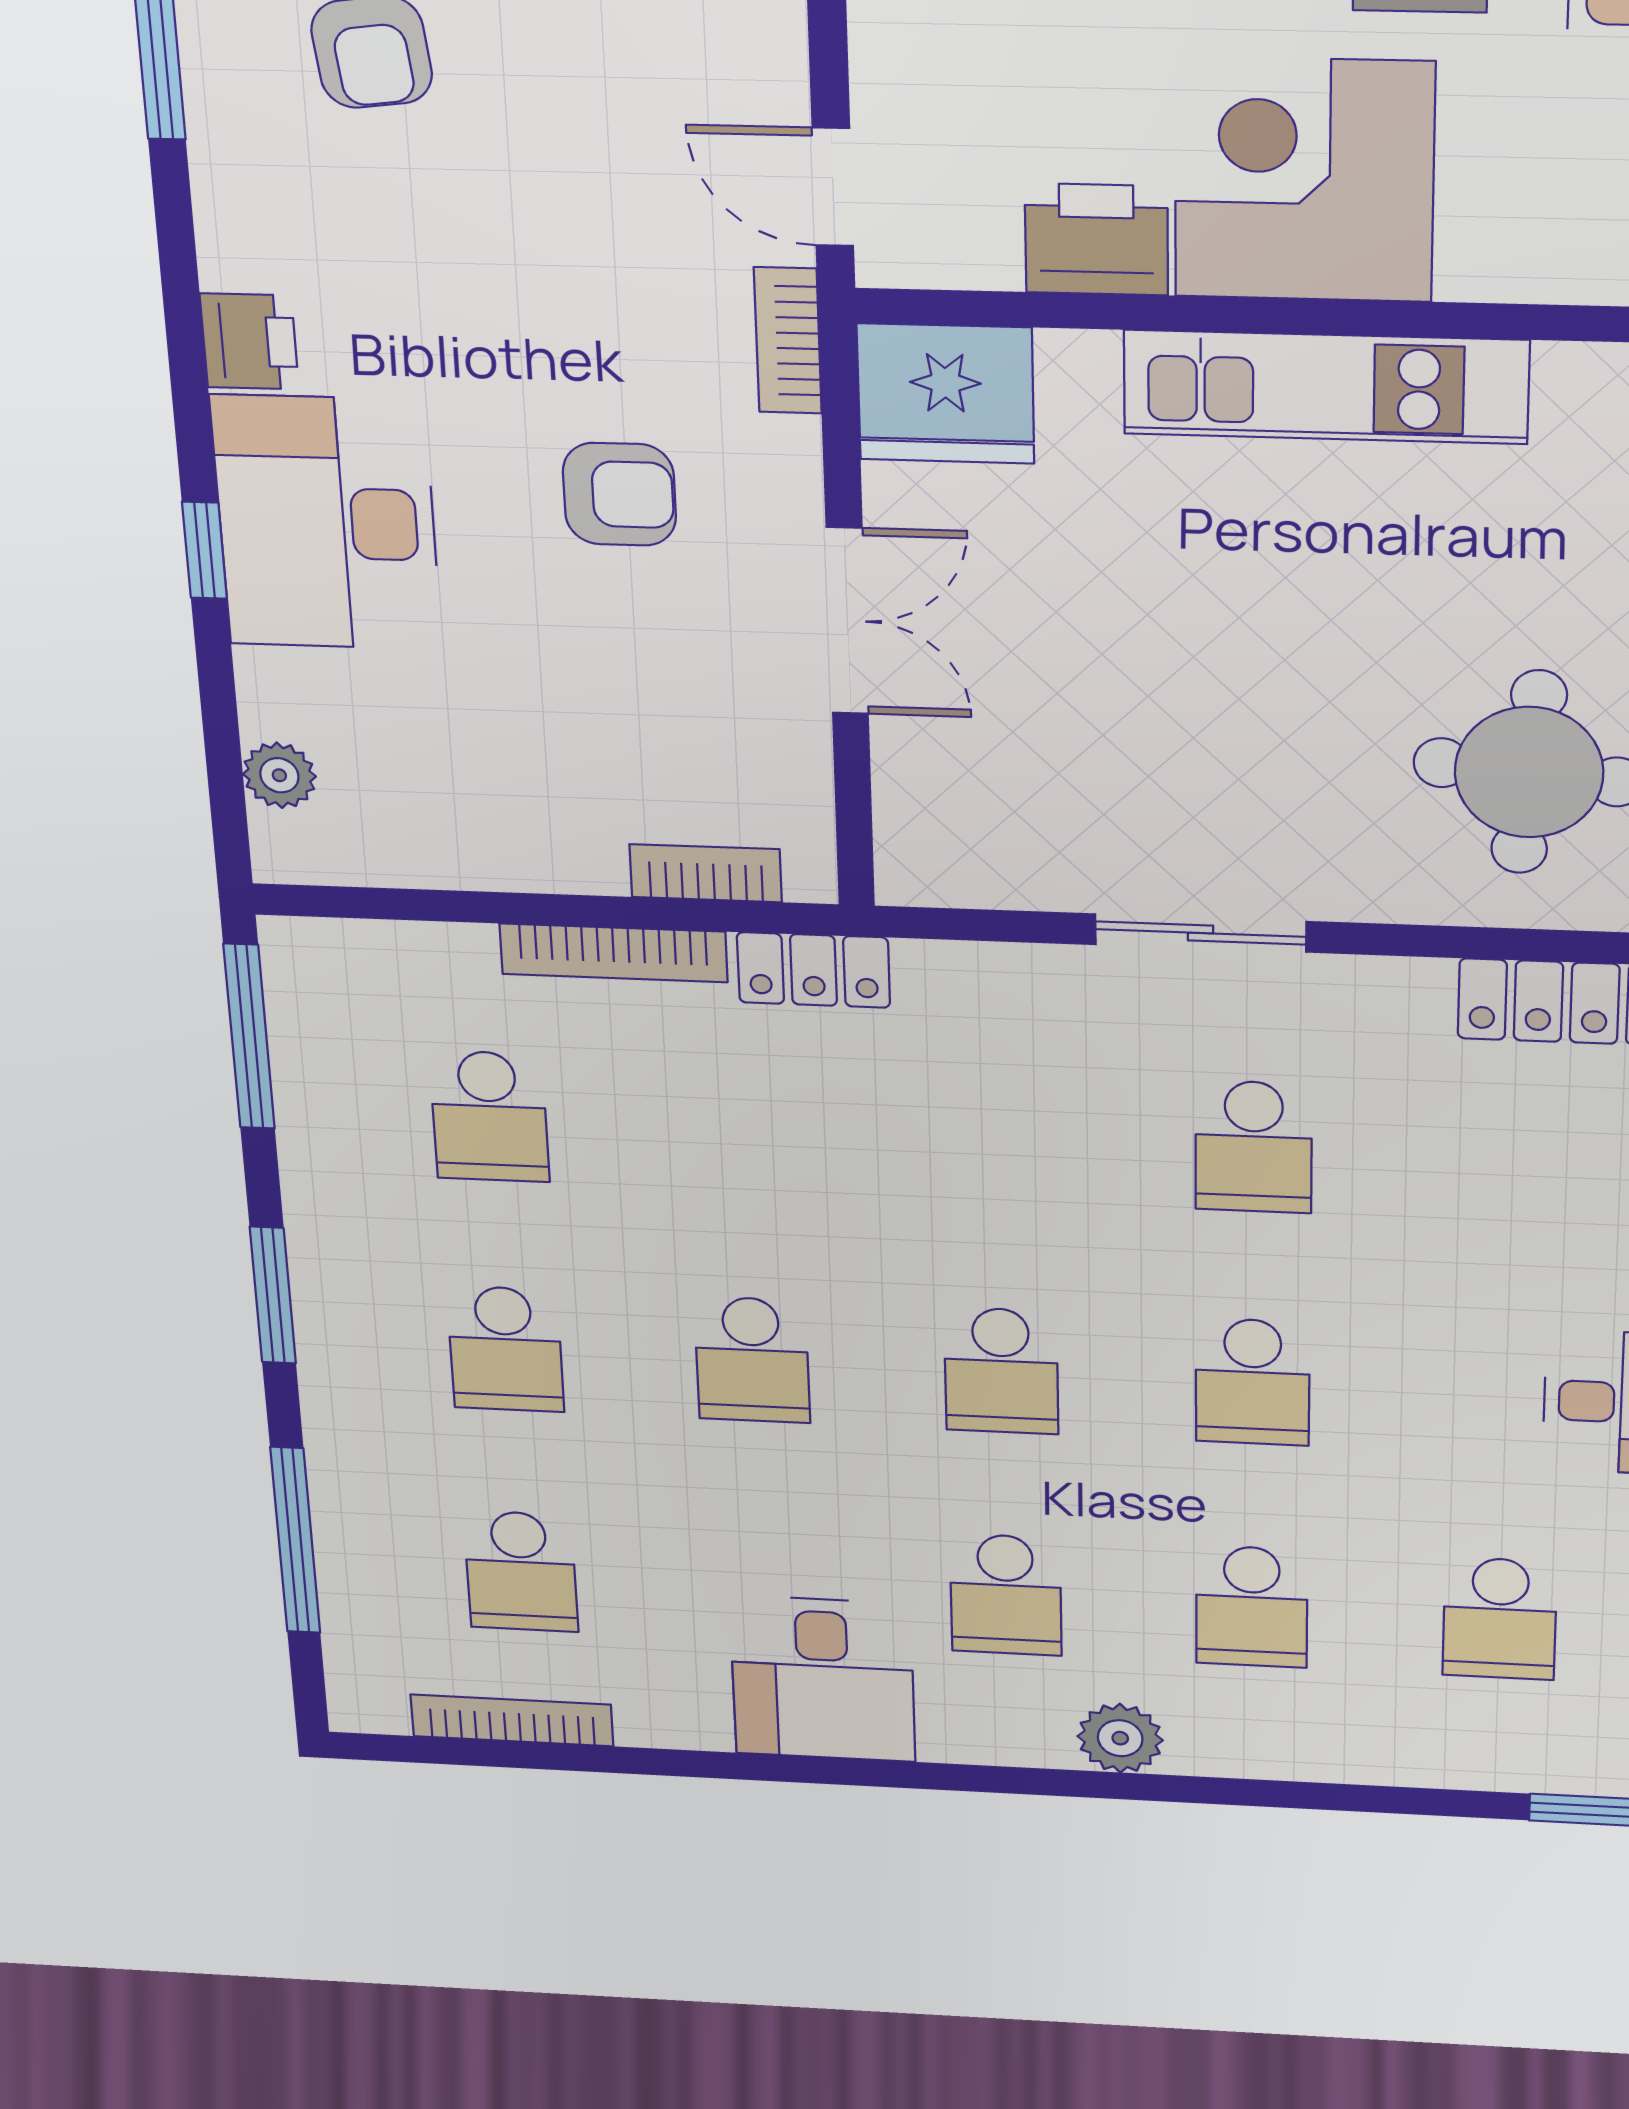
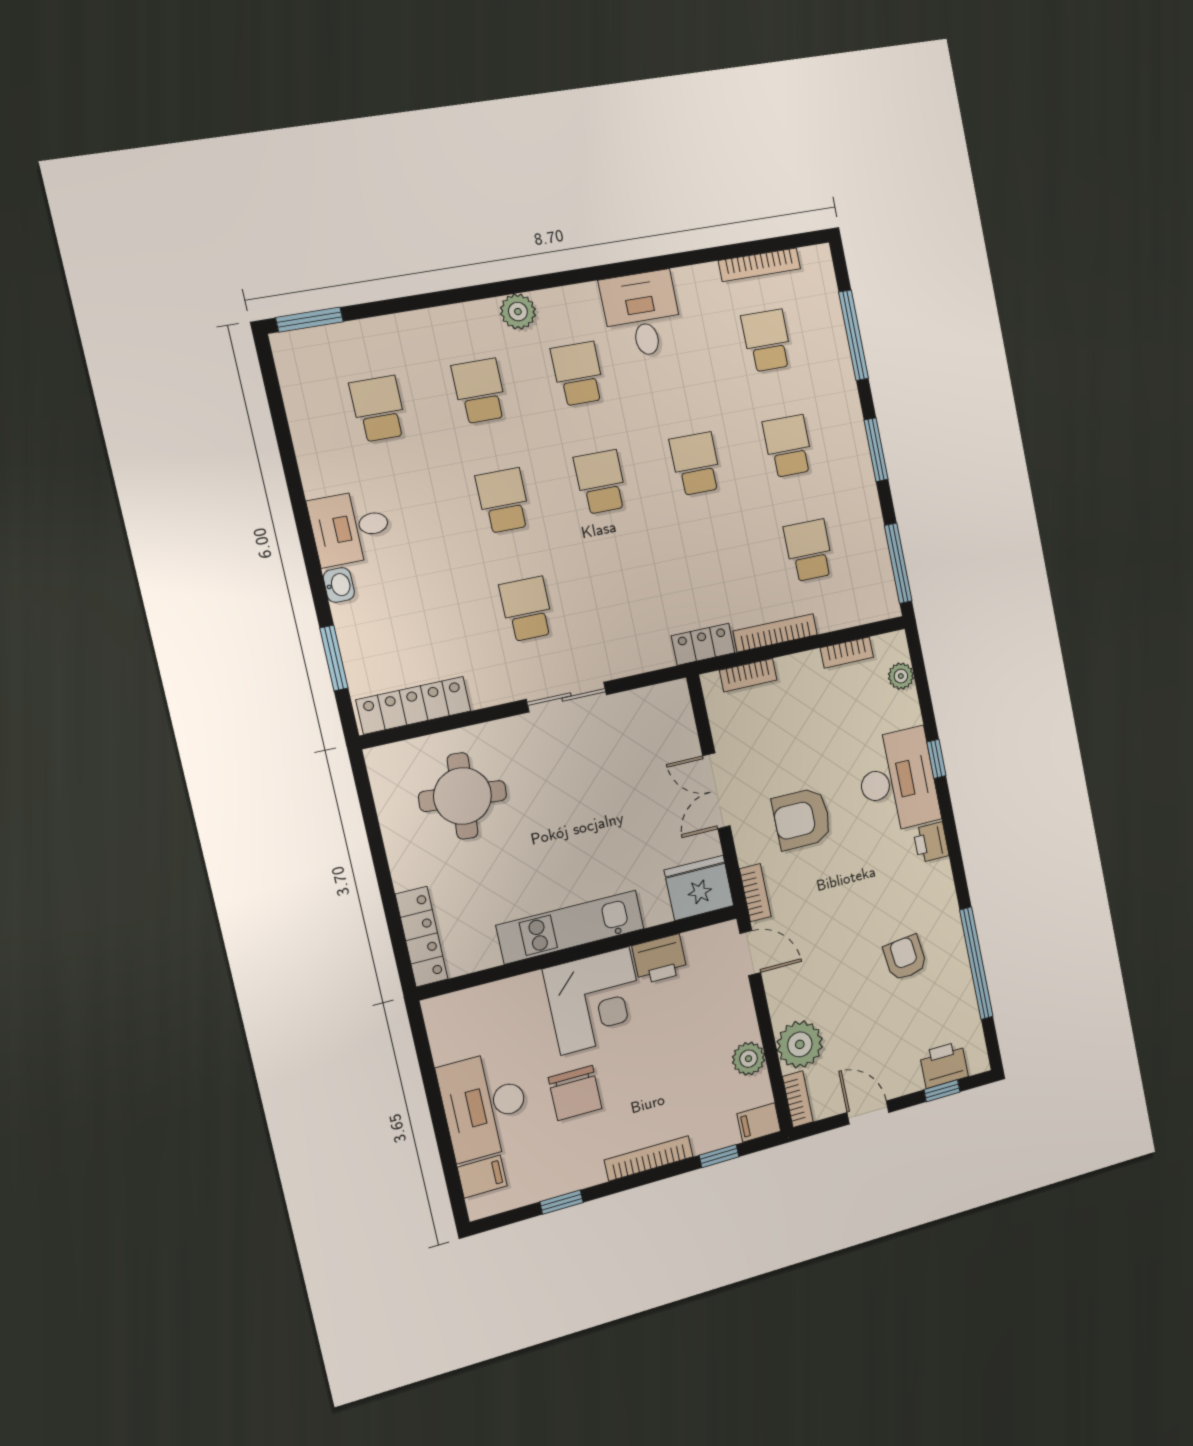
armchair: (619, 494) -> (802, 819), width x1.38, depth x1.38
bookcase: (424, 865) -> (847, 652), added

